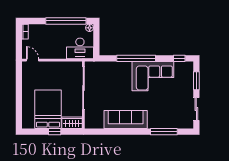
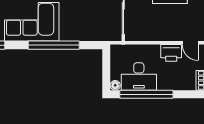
desk: (80, 48) -> (139, 76), moved, turned 180
printer: (47, 52) -> (171, 53), added

